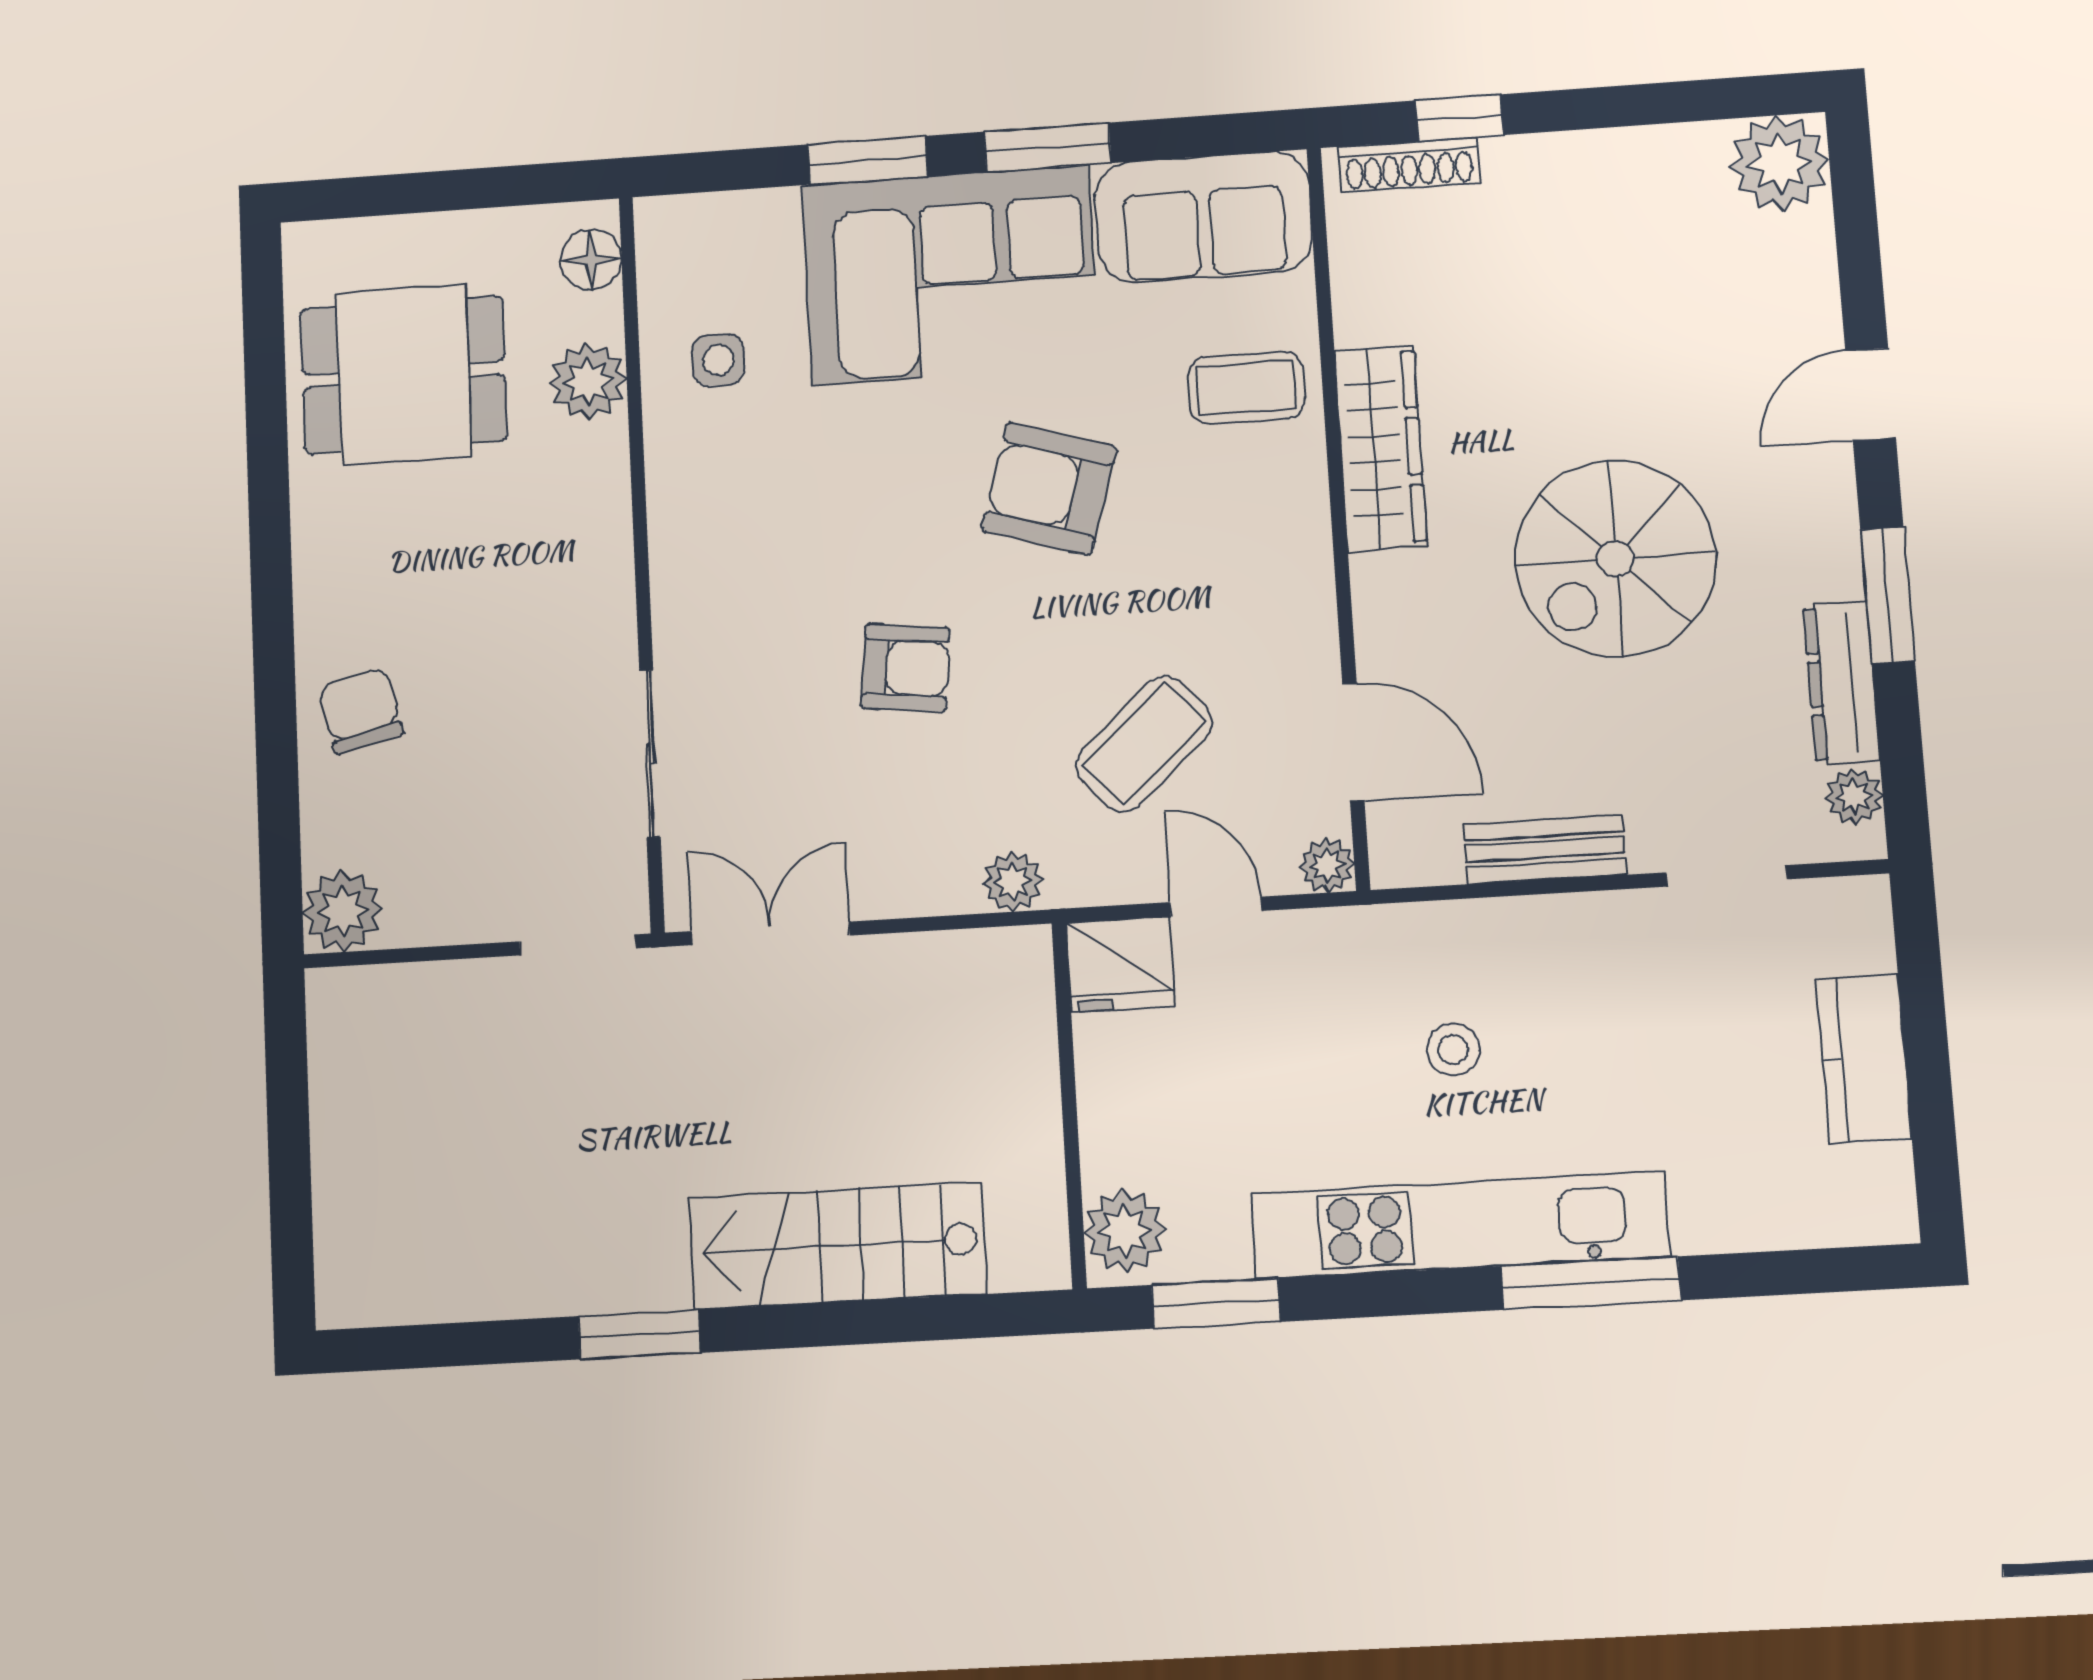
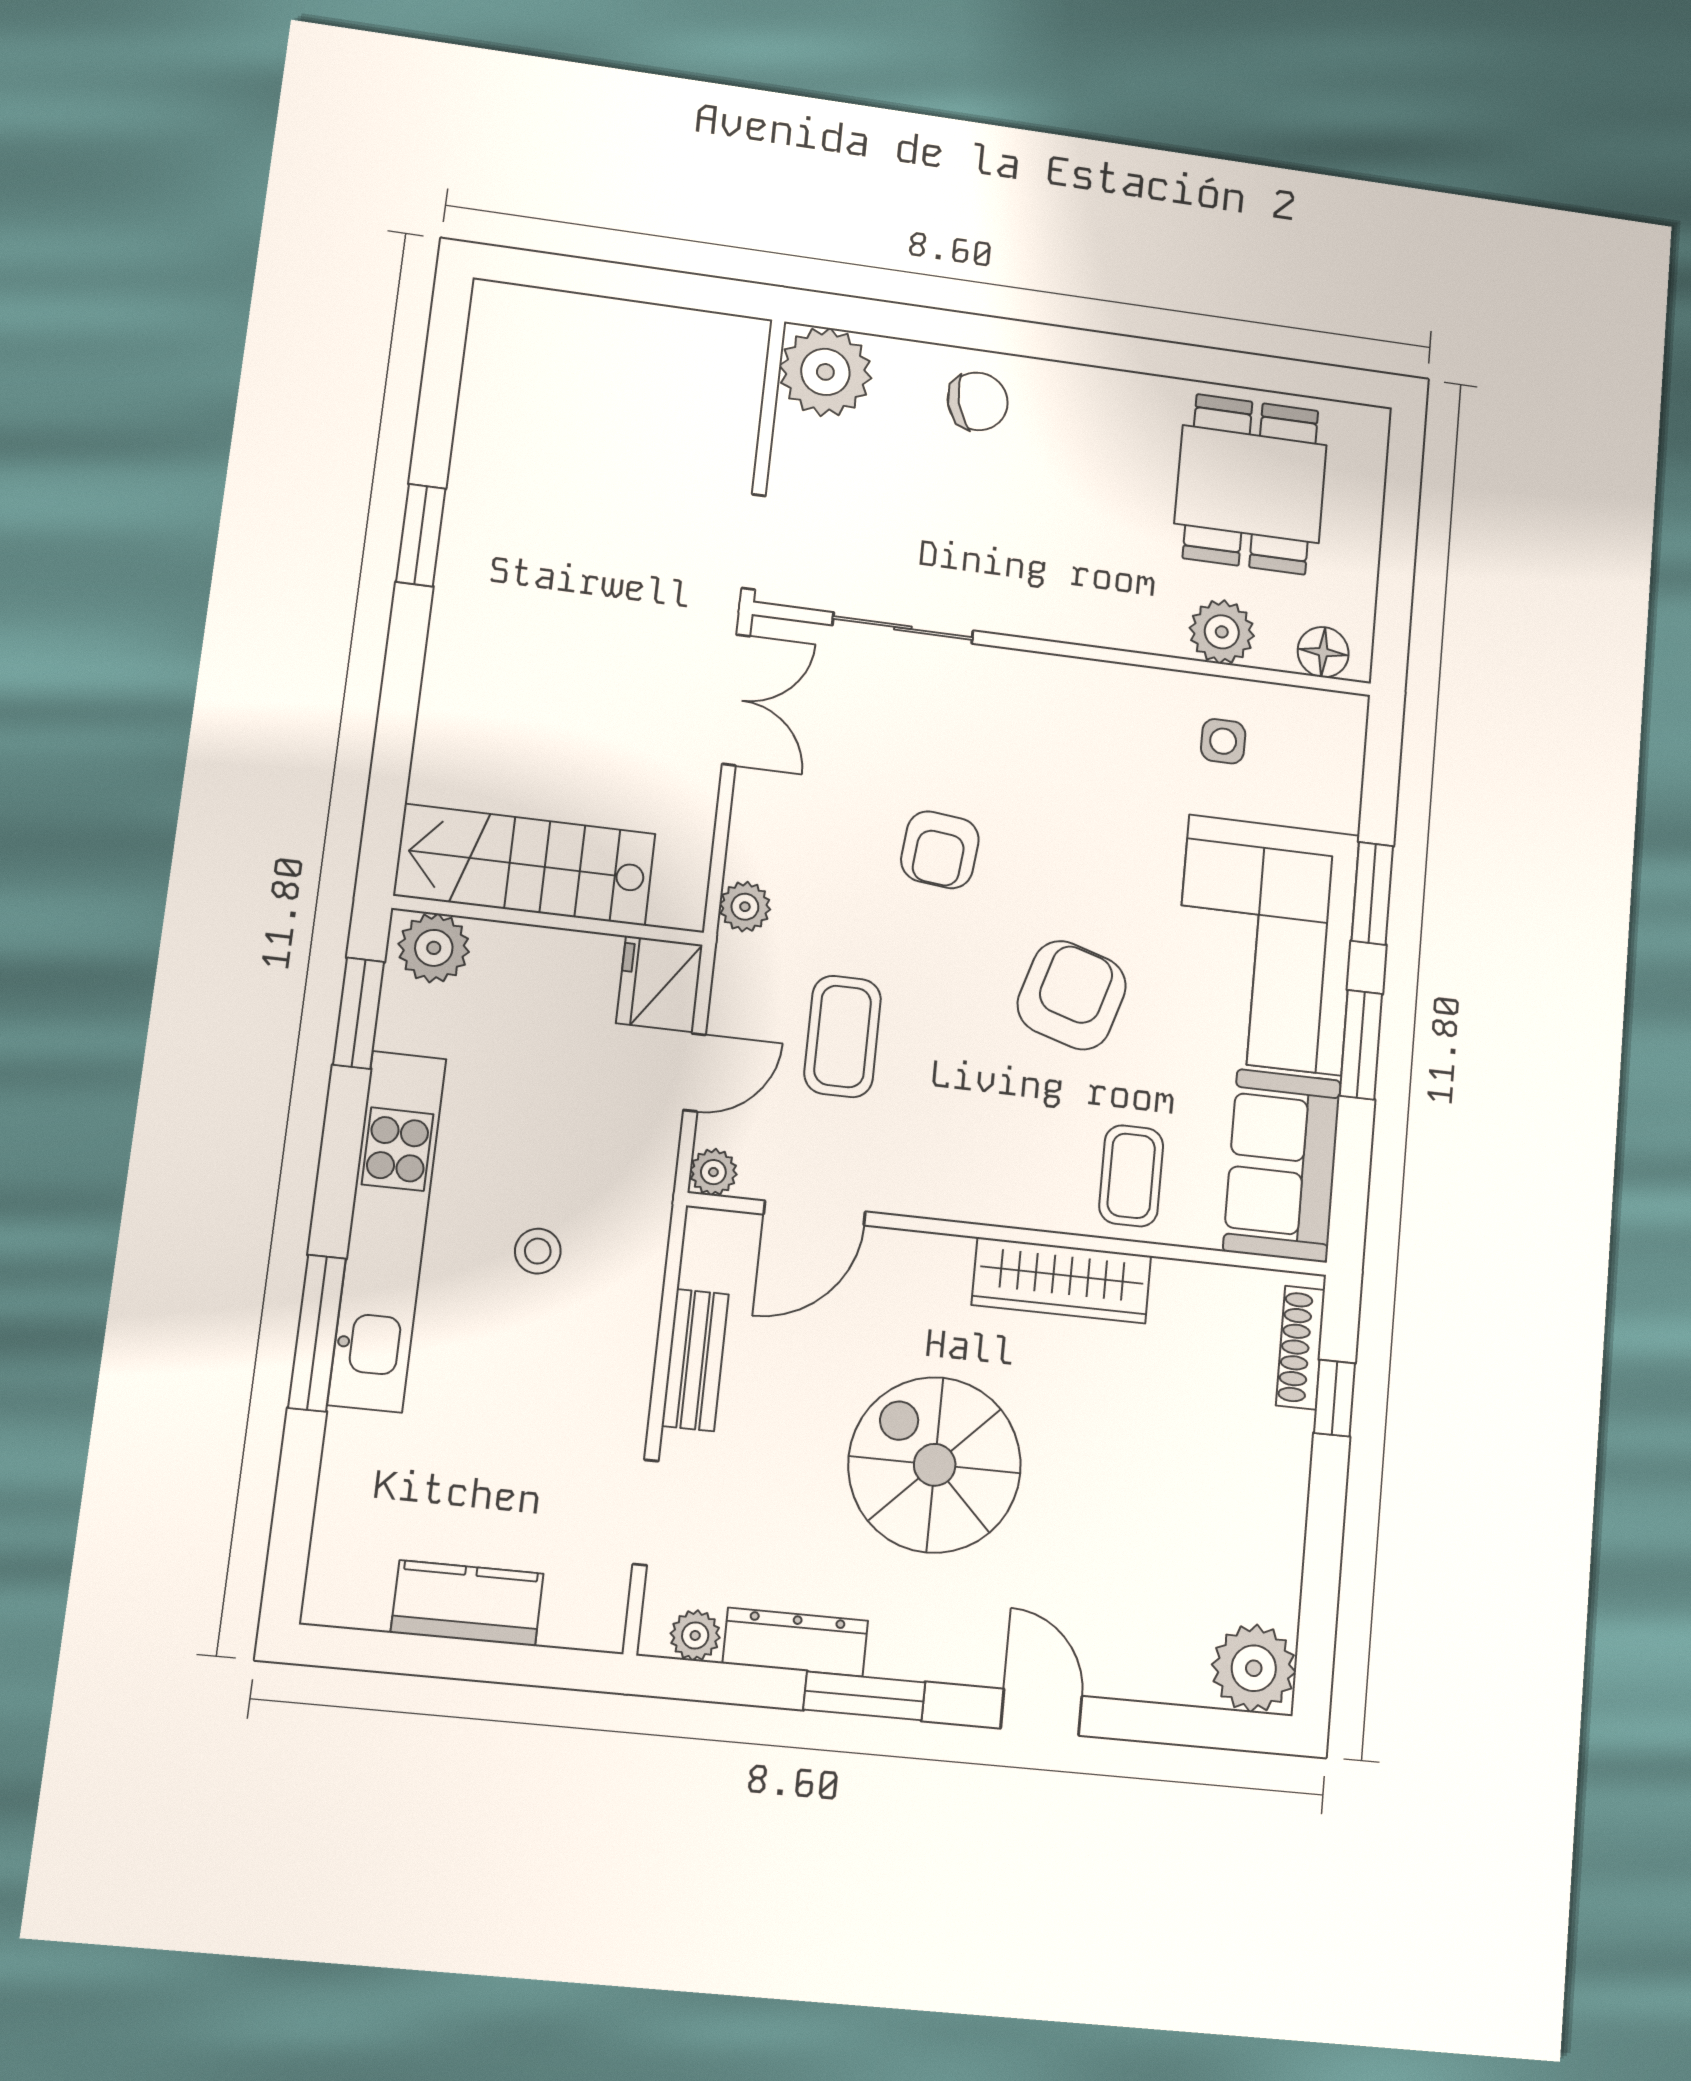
coffee table: (1144, 744) -> (843, 1036), turned 42
plant: (343, 911) -> (825, 372), width x1.36, depth x1.36
stairs: (838, 1246) -> (525, 865), moved, turned -90

